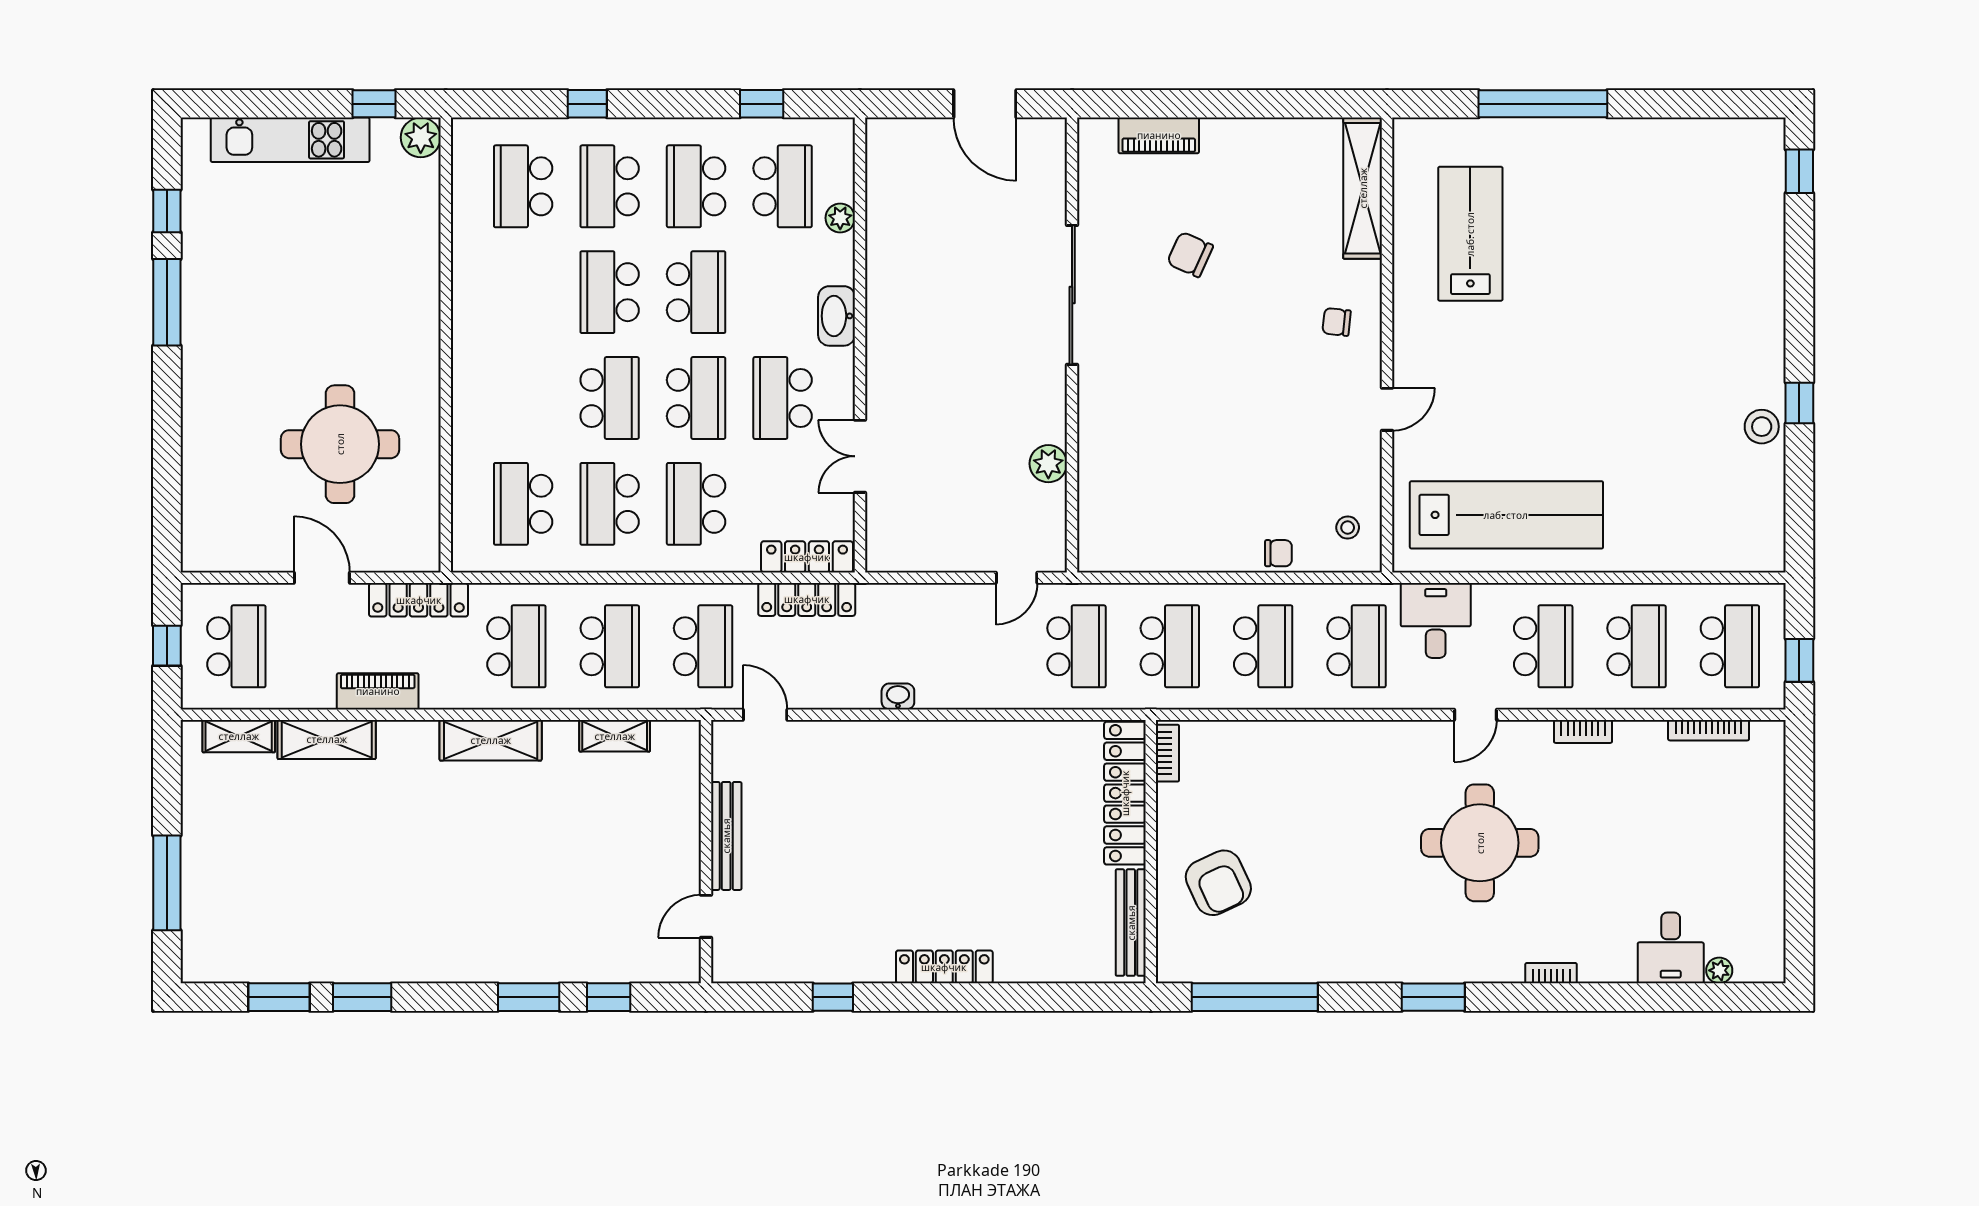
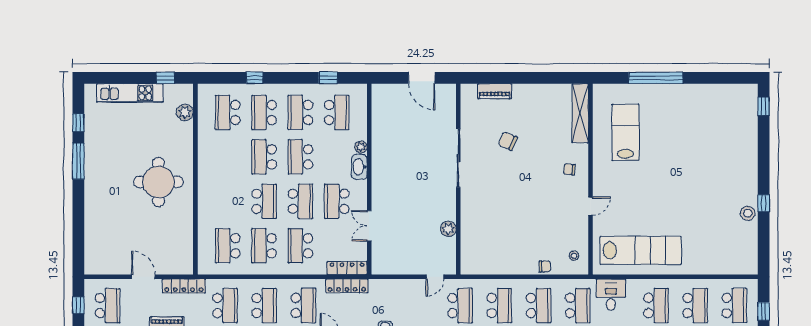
plant: (421, 137) -> (185, 112), moved
plant: (840, 218) -> (361, 147), moved
school desk: (696, 292) -> (300, 157), turned 180
round table: (340, 444) -> (158, 182), moved

